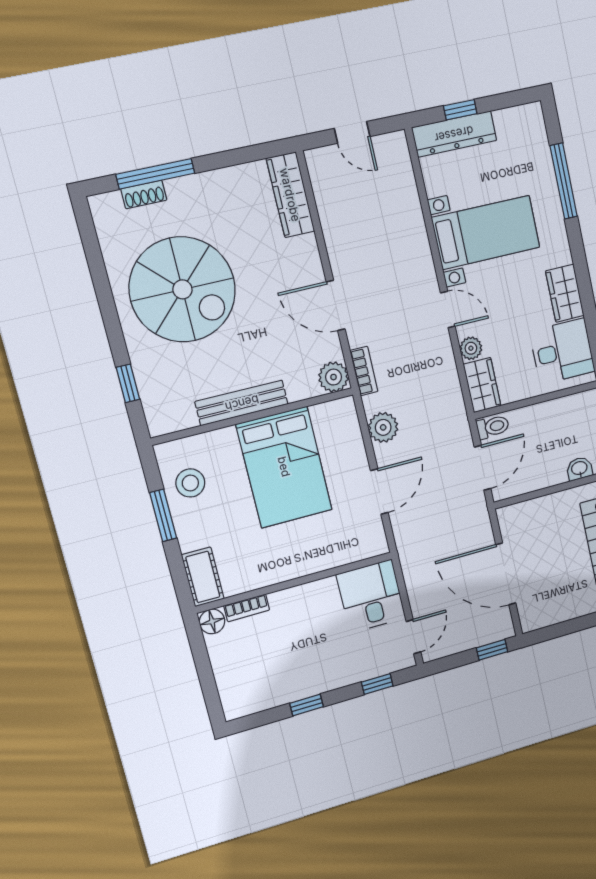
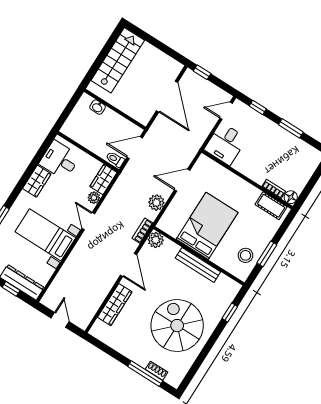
wardrobe: (290, 195) -> (115, 305), moved
cot: (203, 577) -> (271, 206), moved, turned 90
window: (307, 705) -> (291, 128), width x1.50

